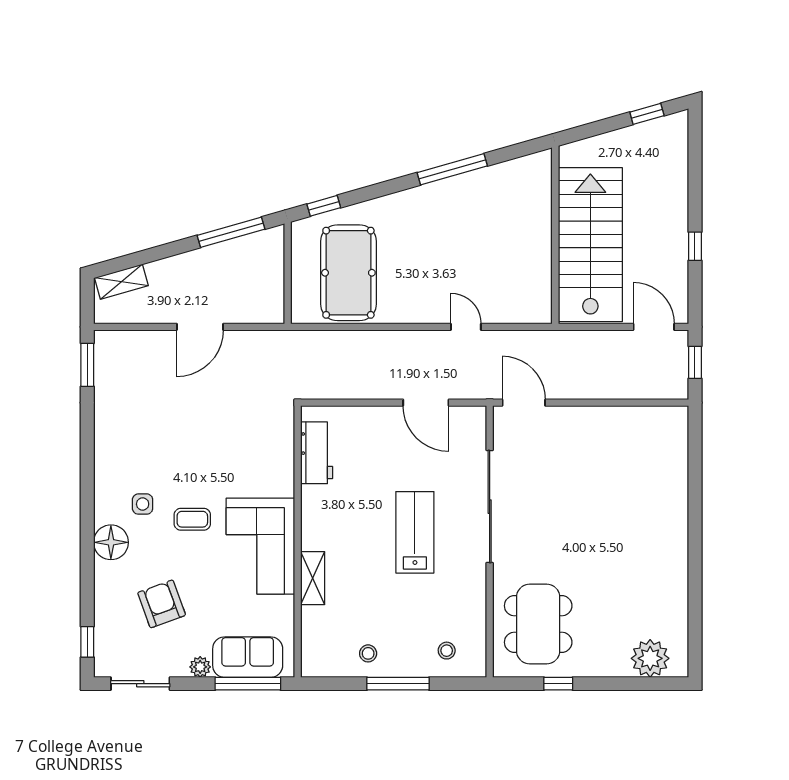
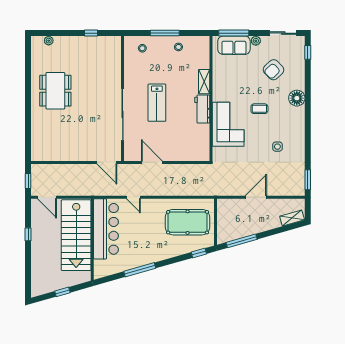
window: (647, 114) -> (62, 292), moved
bar counter: (526, 258) -> (106, 229), added
pool table: (348, 273) -> (188, 222), turned 90
workbench: (317, 453) -> (202, 109), moved
side table: (143, 504) -> (277, 147), moved
corner sofa: (260, 546) -> (228, 124), moved
armchair: (162, 604) -> (274, 70), turned 66
dining table: (538, 624) -> (55, 91), moved
plant: (650, 658) -> (49, 41), width x0.53, depth x0.53

